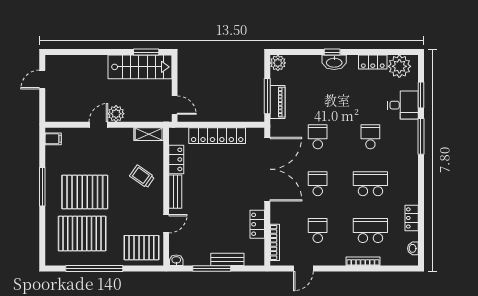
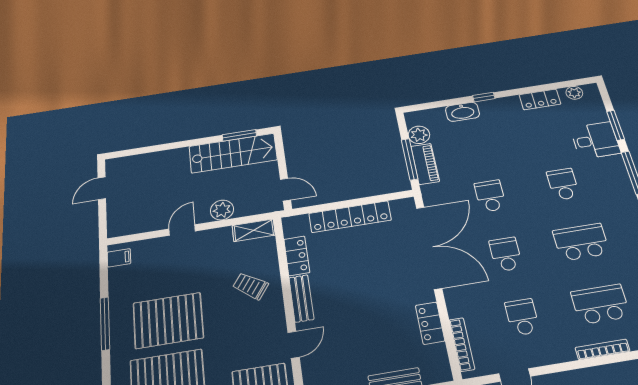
washbasin: (334, 62) -> (462, 112), moved
plant: (278, 63) -> (419, 135), moved
plant: (399, 66) -> (574, 93), width x0.53, depth x0.53
plant: (116, 114) -> (222, 210), moved

